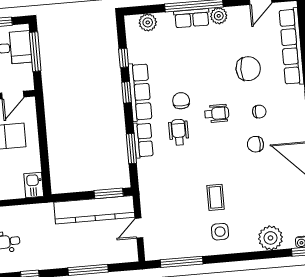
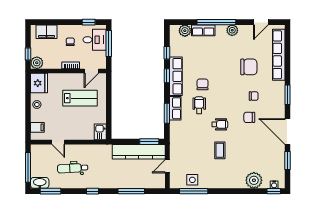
row of seats: (192, 18) -> (203, 30), moved
wheelchair: (217, 113) -> (220, 124), moved
side table: (220, 232) -> (192, 180), moved

